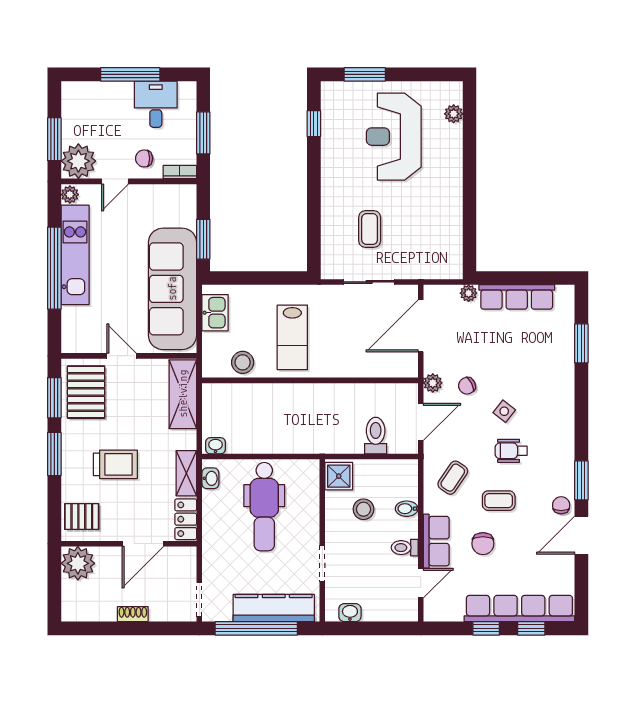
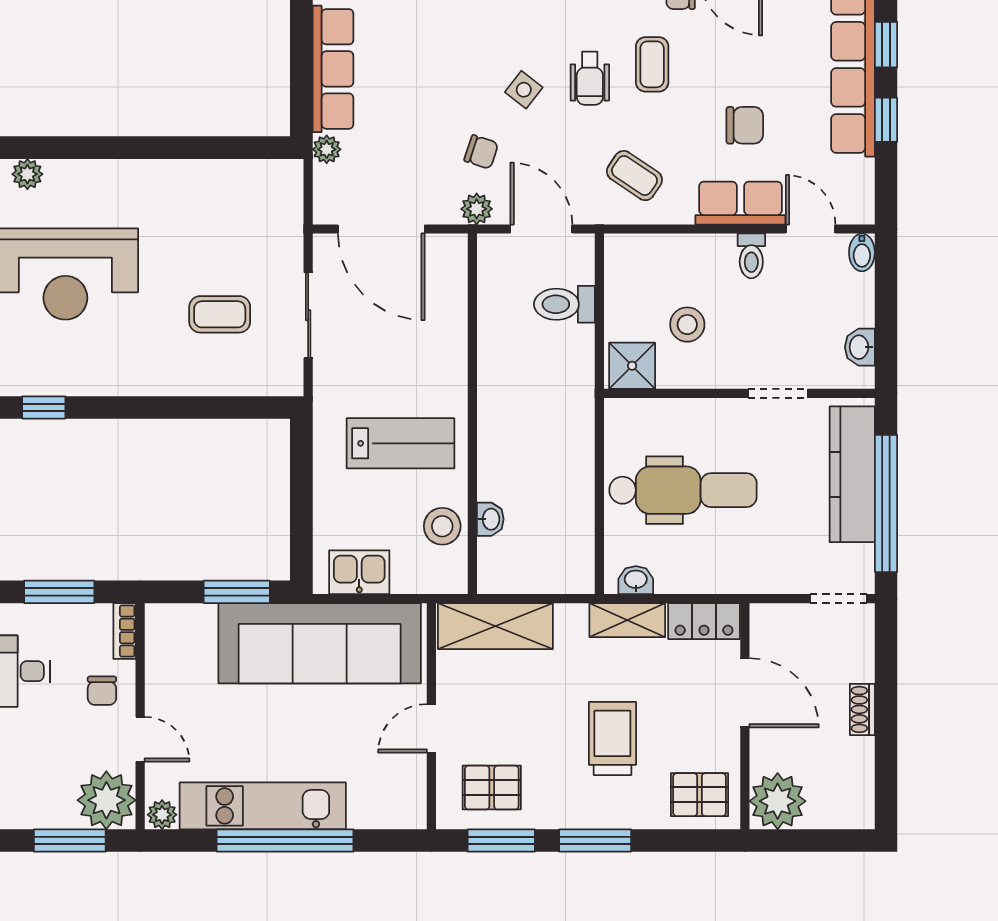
chair: (467, 386) -> (481, 152), turned -45
pallet: (86, 392) -> (492, 788), width x0.67, depth x0.71
washbasin: (215, 446) -> (490, 519), moved, turned 180
coffee table: (499, 501) -> (652, 64), moved
bidet: (407, 509) -> (862, 252), moved
pallet: (82, 517) -> (699, 795), turned 90

